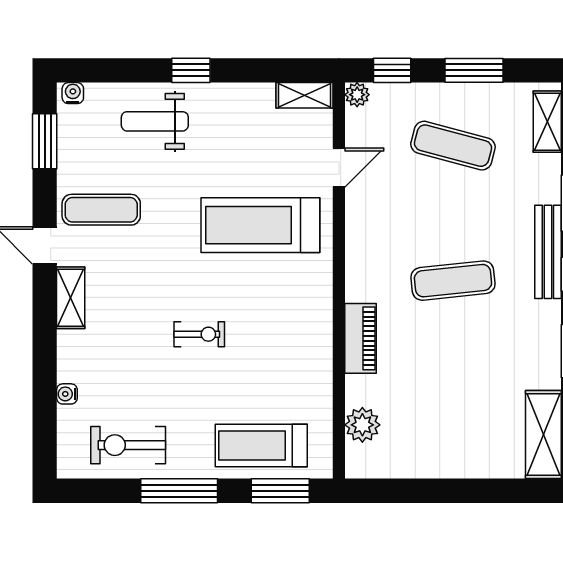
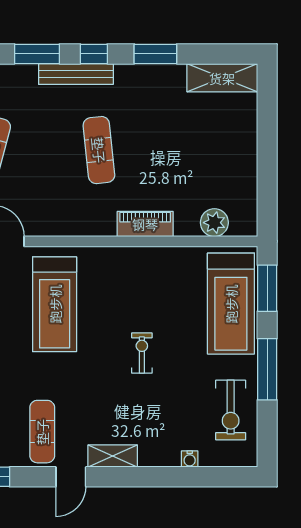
treadmill: (261, 445) -> (231, 304), width x1.37, depth x1.37

